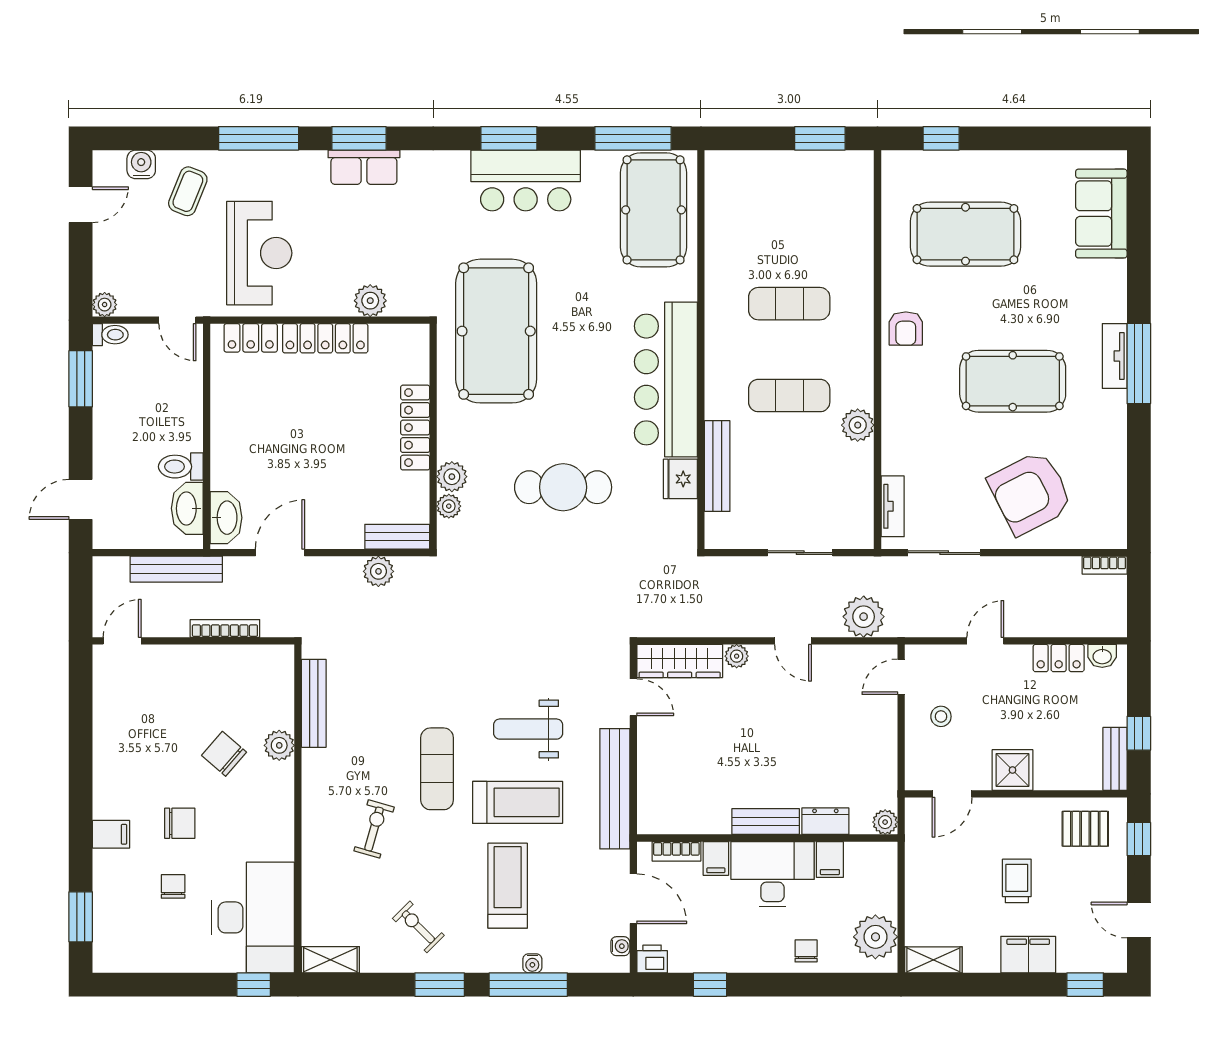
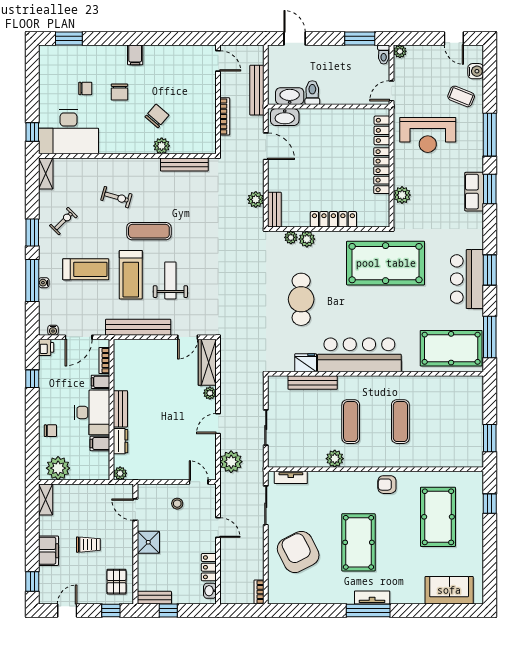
filing cabinet: (111, 834) -> (135, 55), moved

